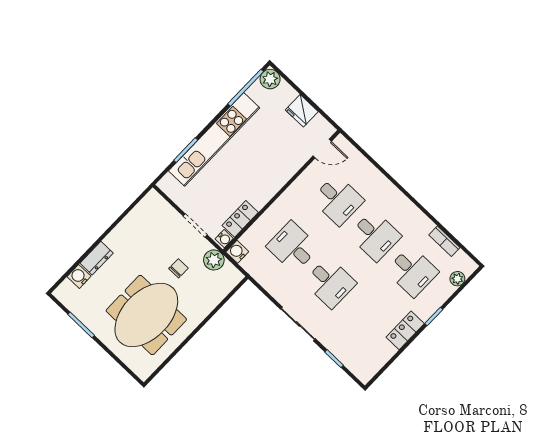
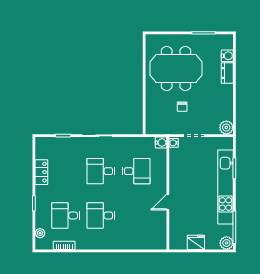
door: (322, 149) -> (168, 202), moved
desk: (338, 200) -> (136, 216), removed
locker: (240, 219) -> (175, 160), removed
plant: (214, 260) -> (226, 127), moved
meeting table: (146, 315) -> (176, 68), turned 90
locker: (405, 330) -> (41, 172), moved

